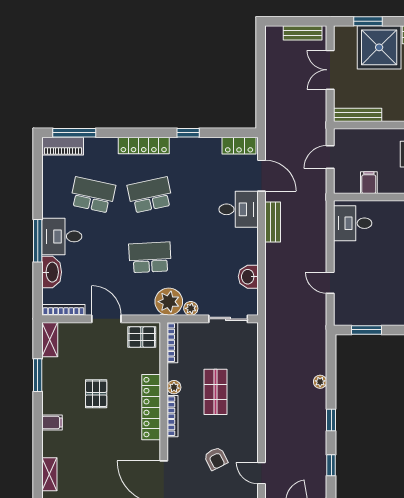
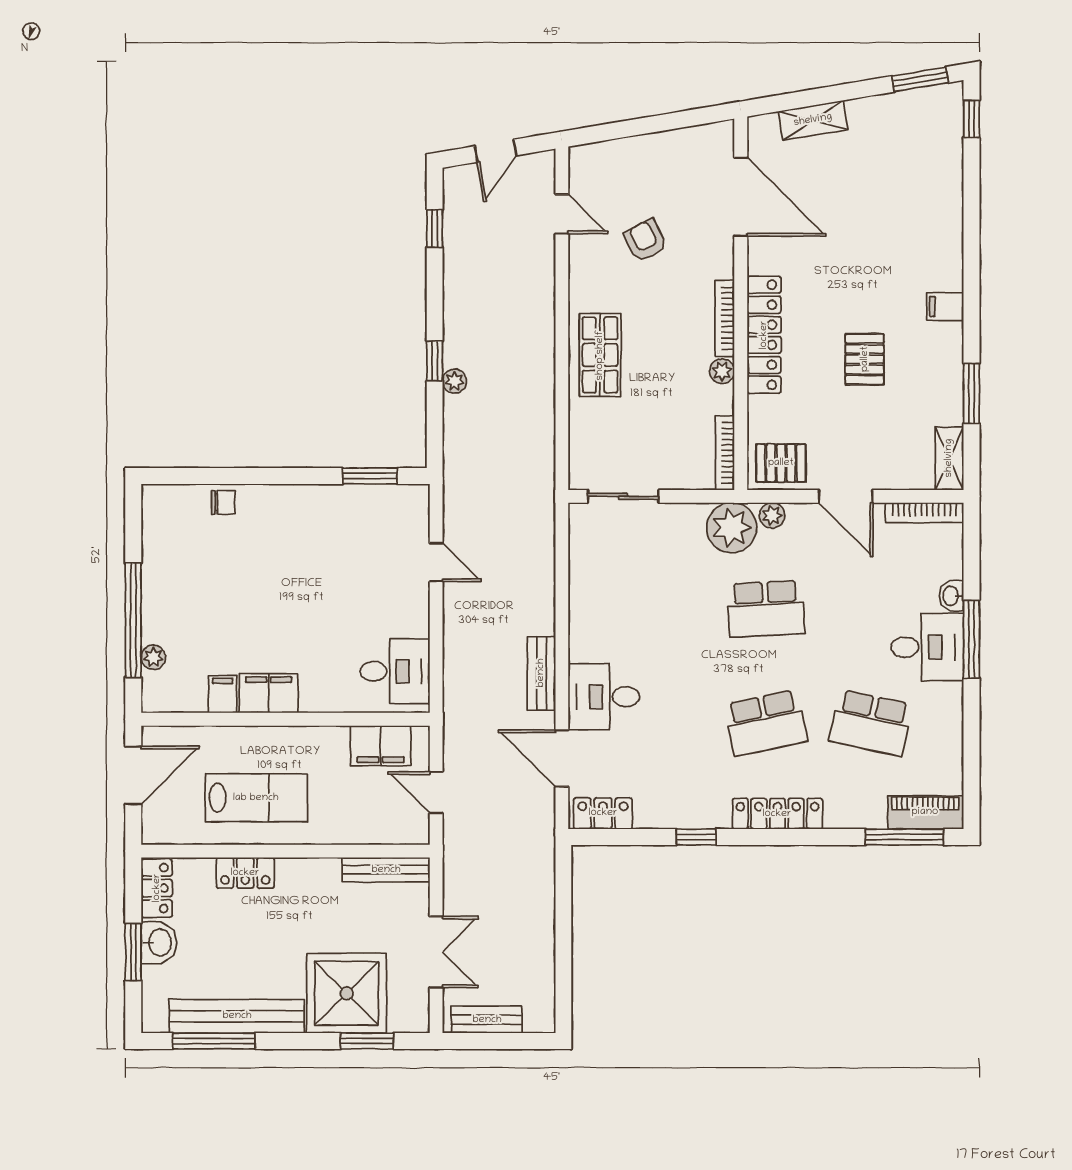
door: (330, 157) -> (436, 792), swing flipped
filing cabinet: (369, 183) -> (381, 746), width x2.00
washbasin: (52, 272) -> (951, 596), width x0.52, depth x0.69
washbasin: (248, 277) -> (586, 573), removed
plant: (191, 308) -> (772, 515), moved
shop shelf: (215, 392) -> (600, 355), moved
window: (331, 420) -> (435, 361), moved
shelving: (49, 474) -> (950, 212), removed

